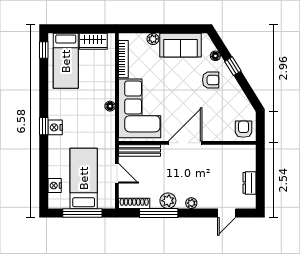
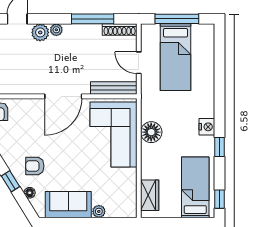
wardrobe: (93, 41) -> (150, 195), moved, turned 90
bookcase: (123, 59) -> (131, 189), removed
floor lamp: (110, 106) -> (151, 132), width x1.89, depth x1.89
window: (44, 126) -> (220, 147), moved
nightstand: (55, 127) -> (207, 127), moved
nightstand: (55, 186) -> (207, 49), removed
plant: (168, 201) -> (40, 32), moved

